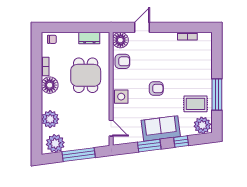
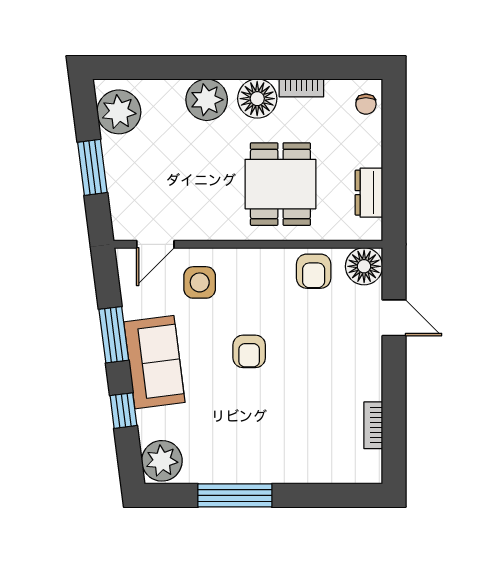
dining table: (86, 75) -> (280, 184), turned 90
side table: (121, 97) -> (200, 282), moved
rug: (195, 104) -> (213, 444), removed
plant: (50, 119) -> (207, 100), moved
window: (79, 155) -> (92, 167), width x0.69

